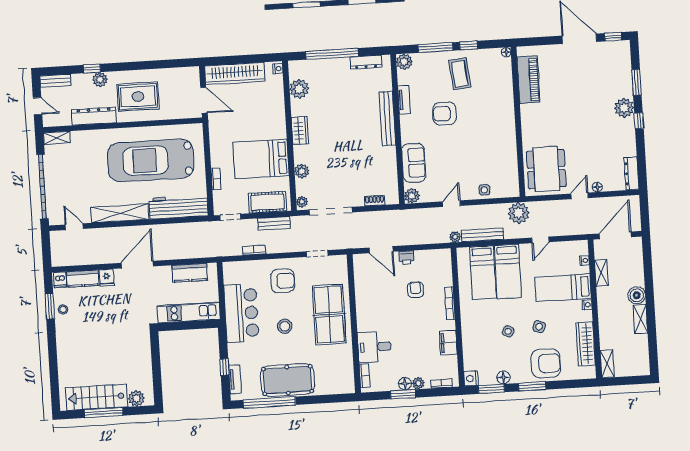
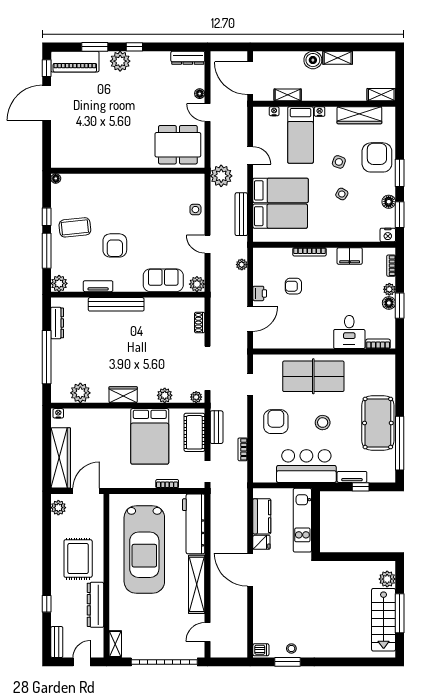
plant: (100, 80) -> (58, 508), moved
piano: (528, 80) -> (75, 62), moved, turned 180
plant: (455, 237) -> (242, 265), moved
fridge: (107, 278) -> (261, 542), moved
kitchen counter: (83, 279) -> (261, 626), removed
tv unit: (235, 379) -> (352, 477), moved

